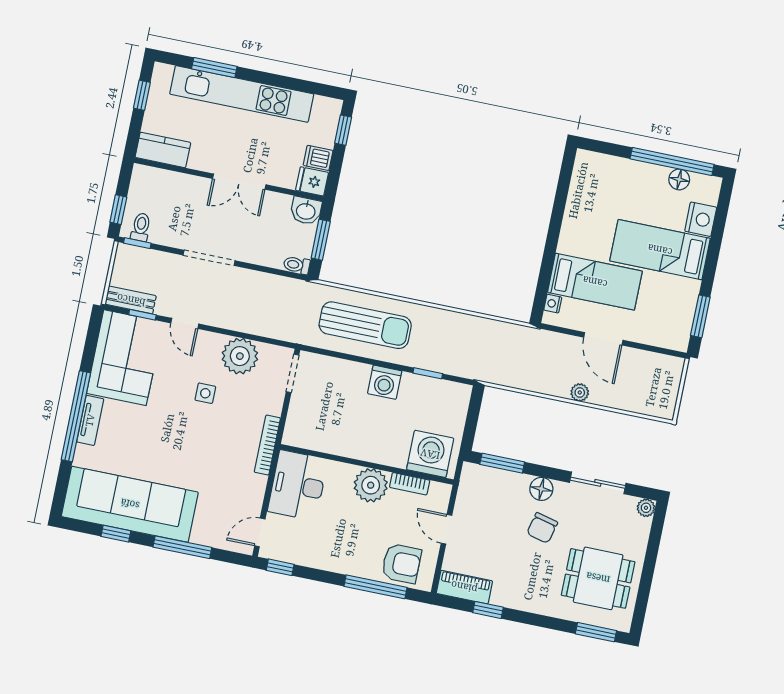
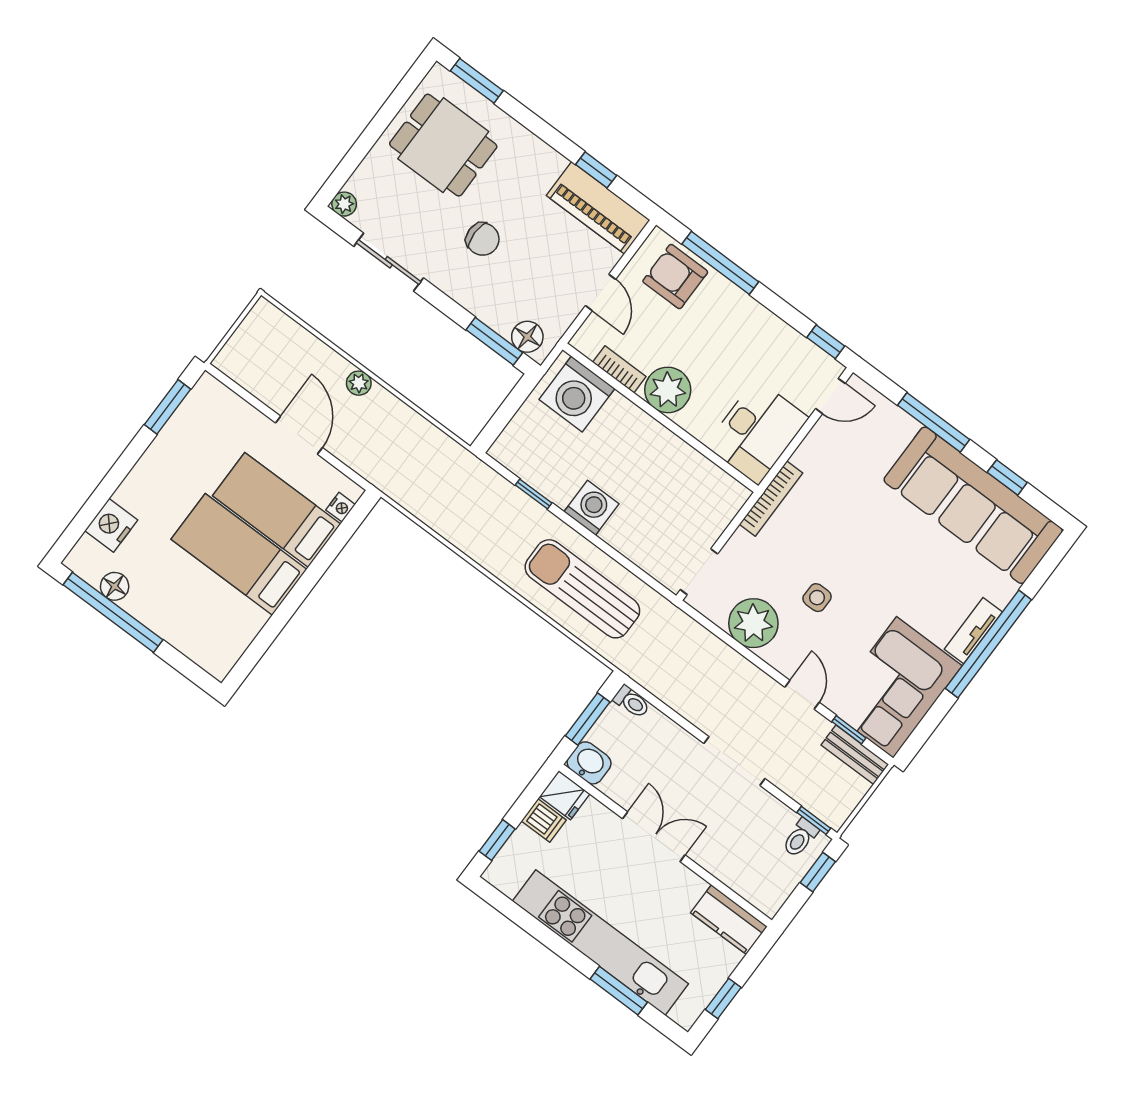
bed: (660, 250) -> (239, 554), moved, turned 180
floor lamp: (541, 489) -> (527, 337), moved
chair: (542, 528) -> (483, 239), turned 76
piano: (464, 587) -> (598, 208), width x1.37, depth x1.33

